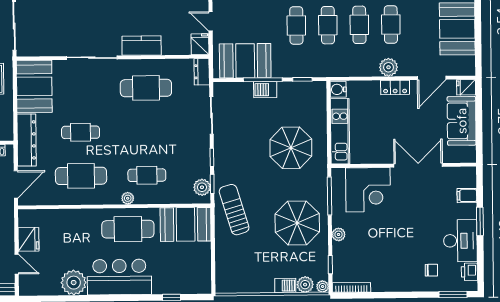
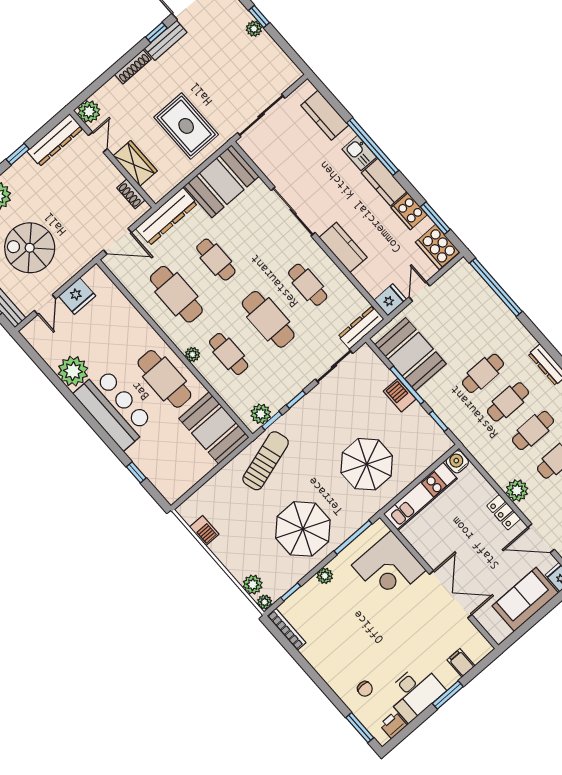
dresser: (202, 72) -> (361, 328), width x1.44
cafe table: (146, 88) -> (308, 285), width x0.73, depth x0.74
cafe table: (146, 132) -> (268, 319), added
barbecue: (285, 286) -> (204, 531), moved

